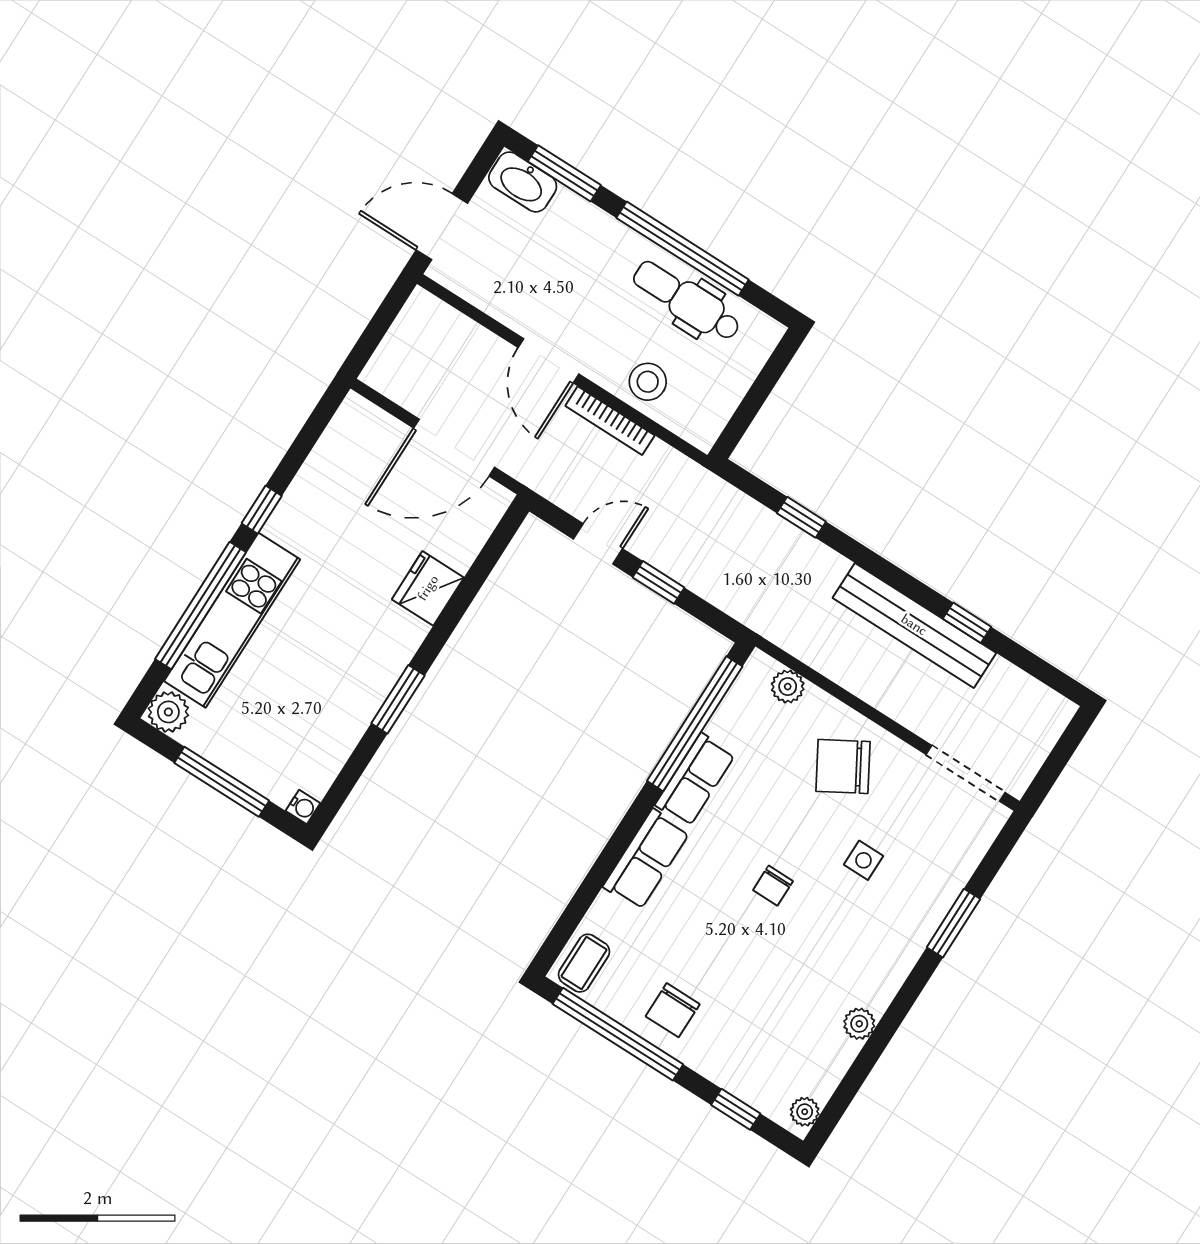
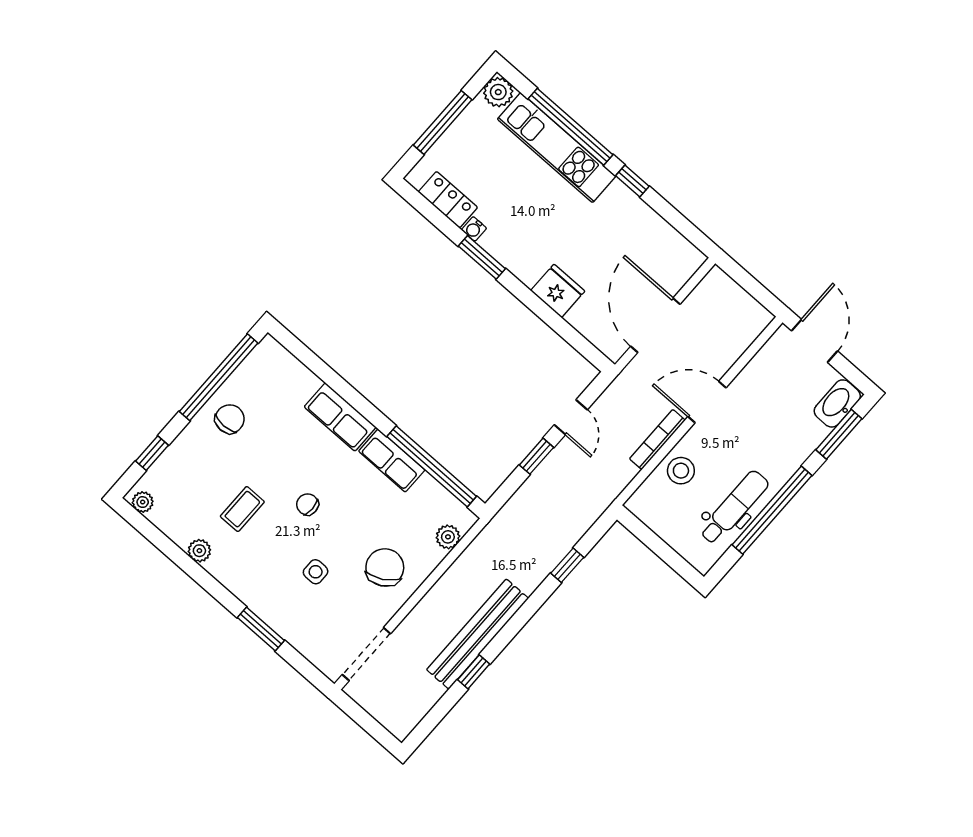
locker: (326, 758) -> (448, 200), added
water cooler: (303, 807) -> (474, 229), moved
coffee table: (584, 963) -> (242, 509), moved, turned 90
chair: (673, 1010) -> (230, 419), turned 90

